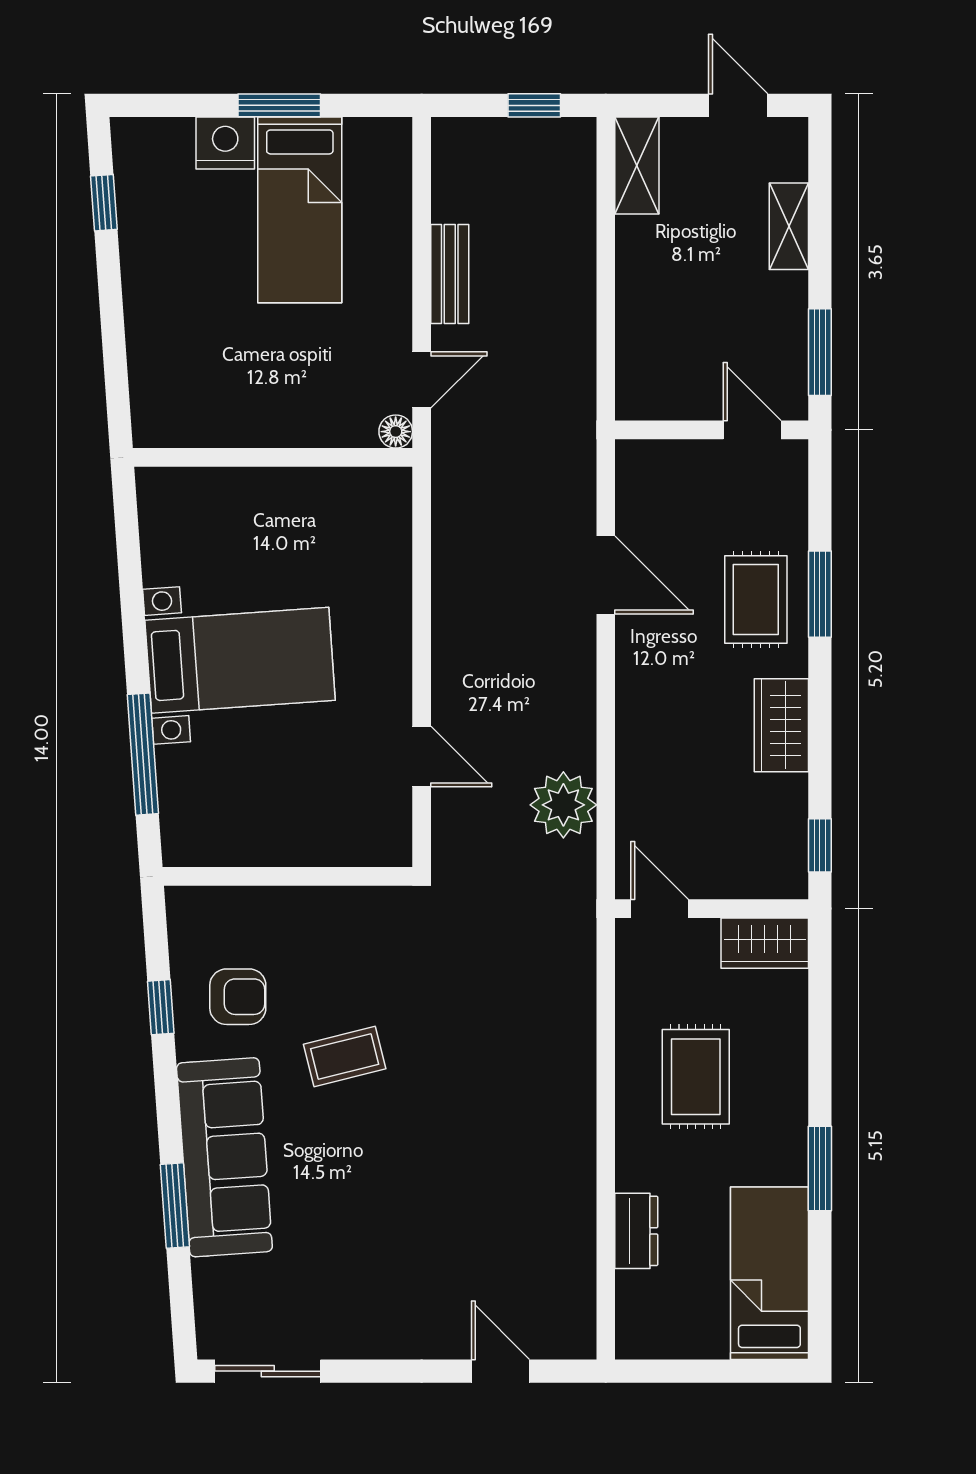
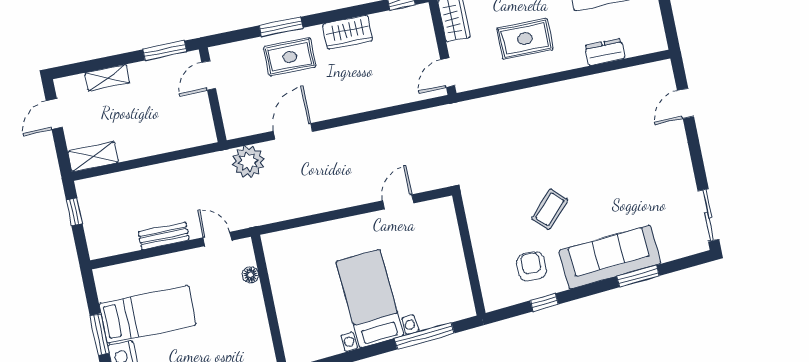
floor lamp: (396, 432) -> (250, 275), moved
plant: (563, 805) -> (248, 162), moved
coffee table: (345, 1056) -> (550, 209), turned 58

